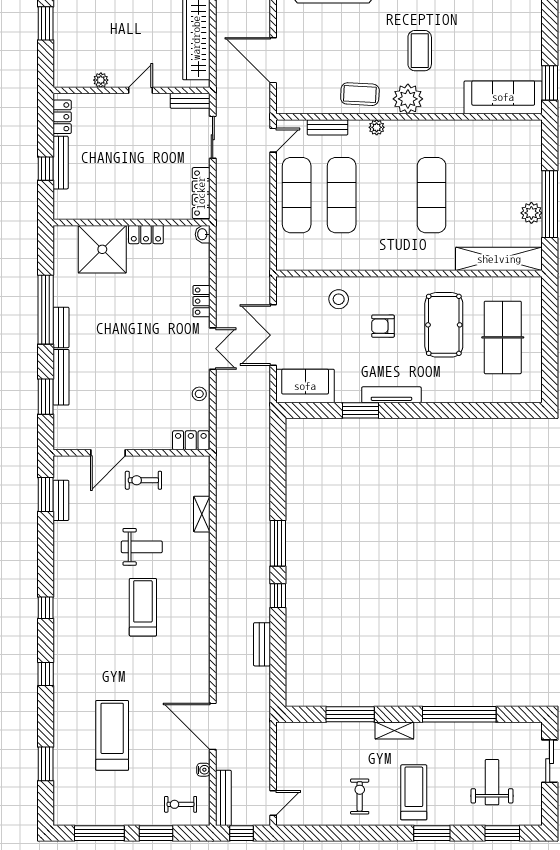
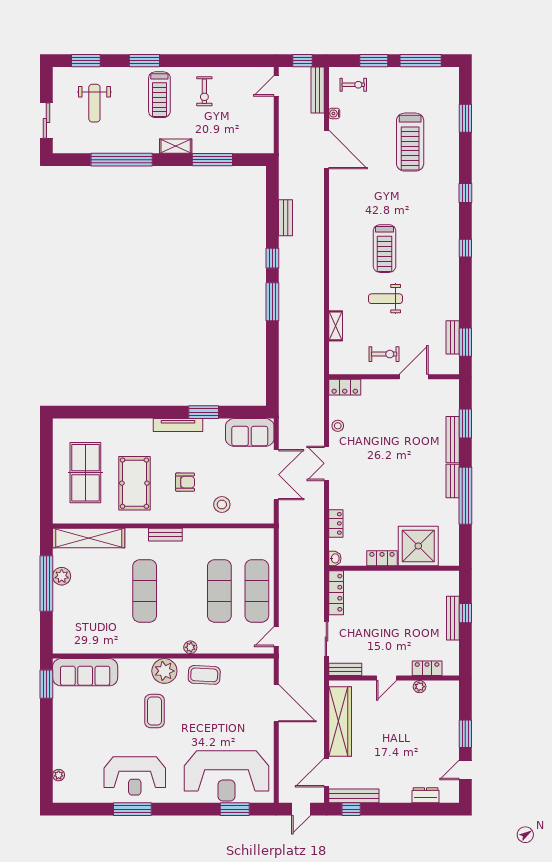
locker: (62, 117) -> (427, 668), moved, turned 90
bench: (327, 127) -> (165, 535), moved
locker: (201, 301) -> (336, 523), moved

